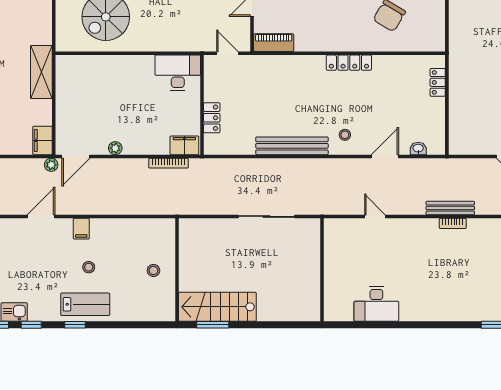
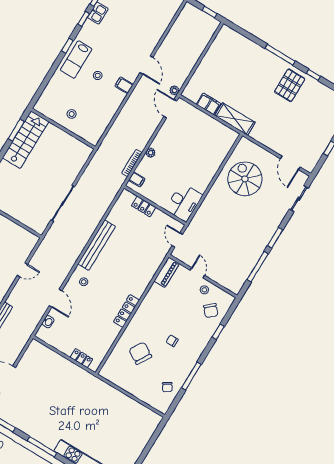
door: (227, 53) -> (177, 240), swing flipped
filing cabinet: (43, 140) -> (209, 104), moved
filing cabinet: (184, 145) -> (137, 179), width x0.50
plant: (115, 148) -> (151, 153), moved

